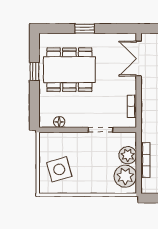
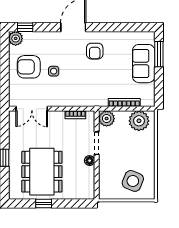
floor lamp: (59, 122) -> (90, 161), moved
plant: (128, 155) -> (107, 119), moved
side table: (59, 169) -> (133, 181), turned 38

